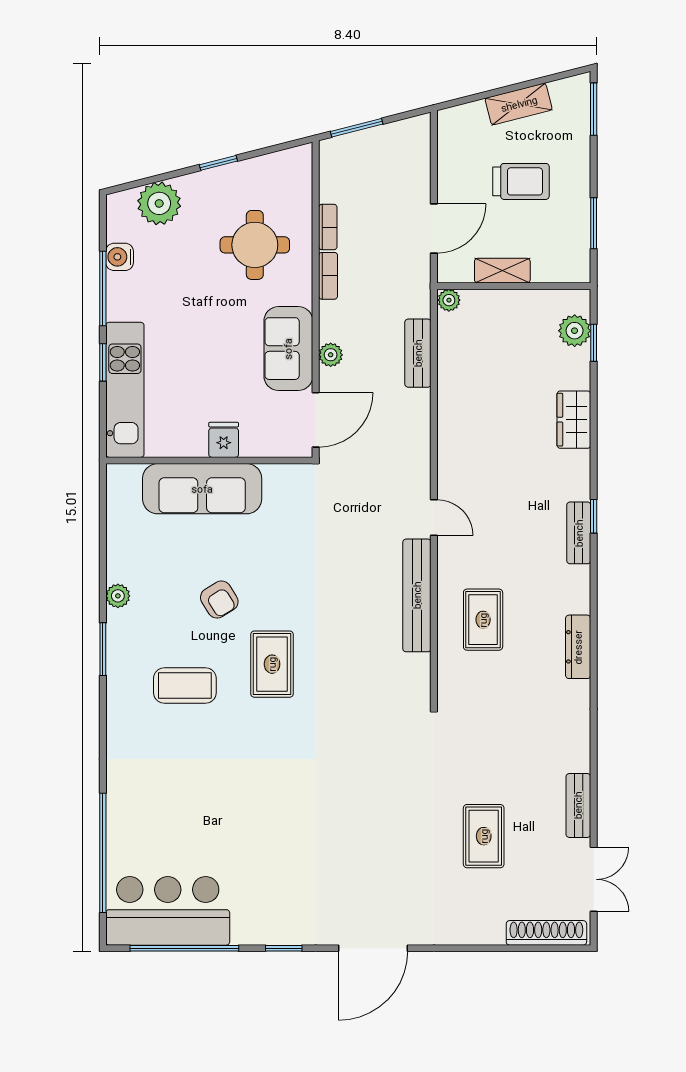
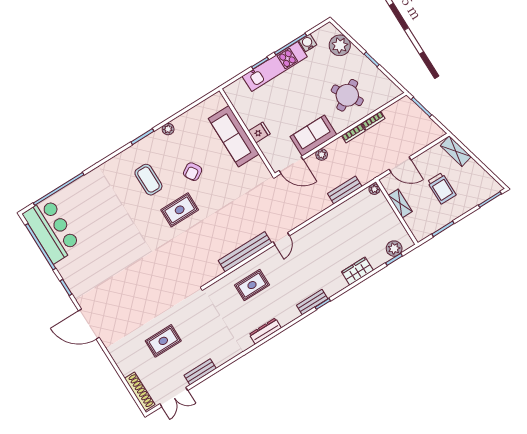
shelving: (519, 104) -> (456, 151), moved
round table: (255, 245) -> (347, 95), turned -31
kitchen unit: (125, 390) -> (275, 67), moved

